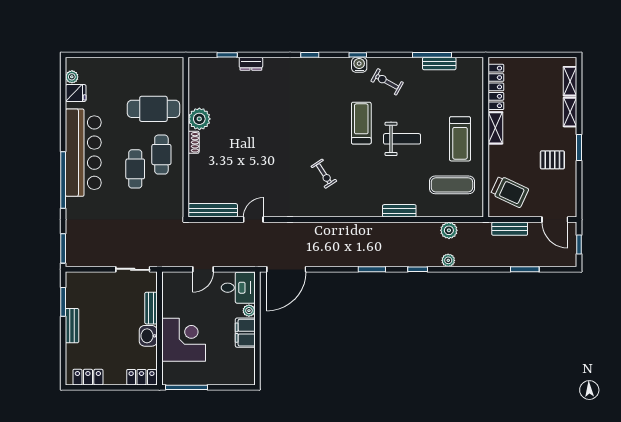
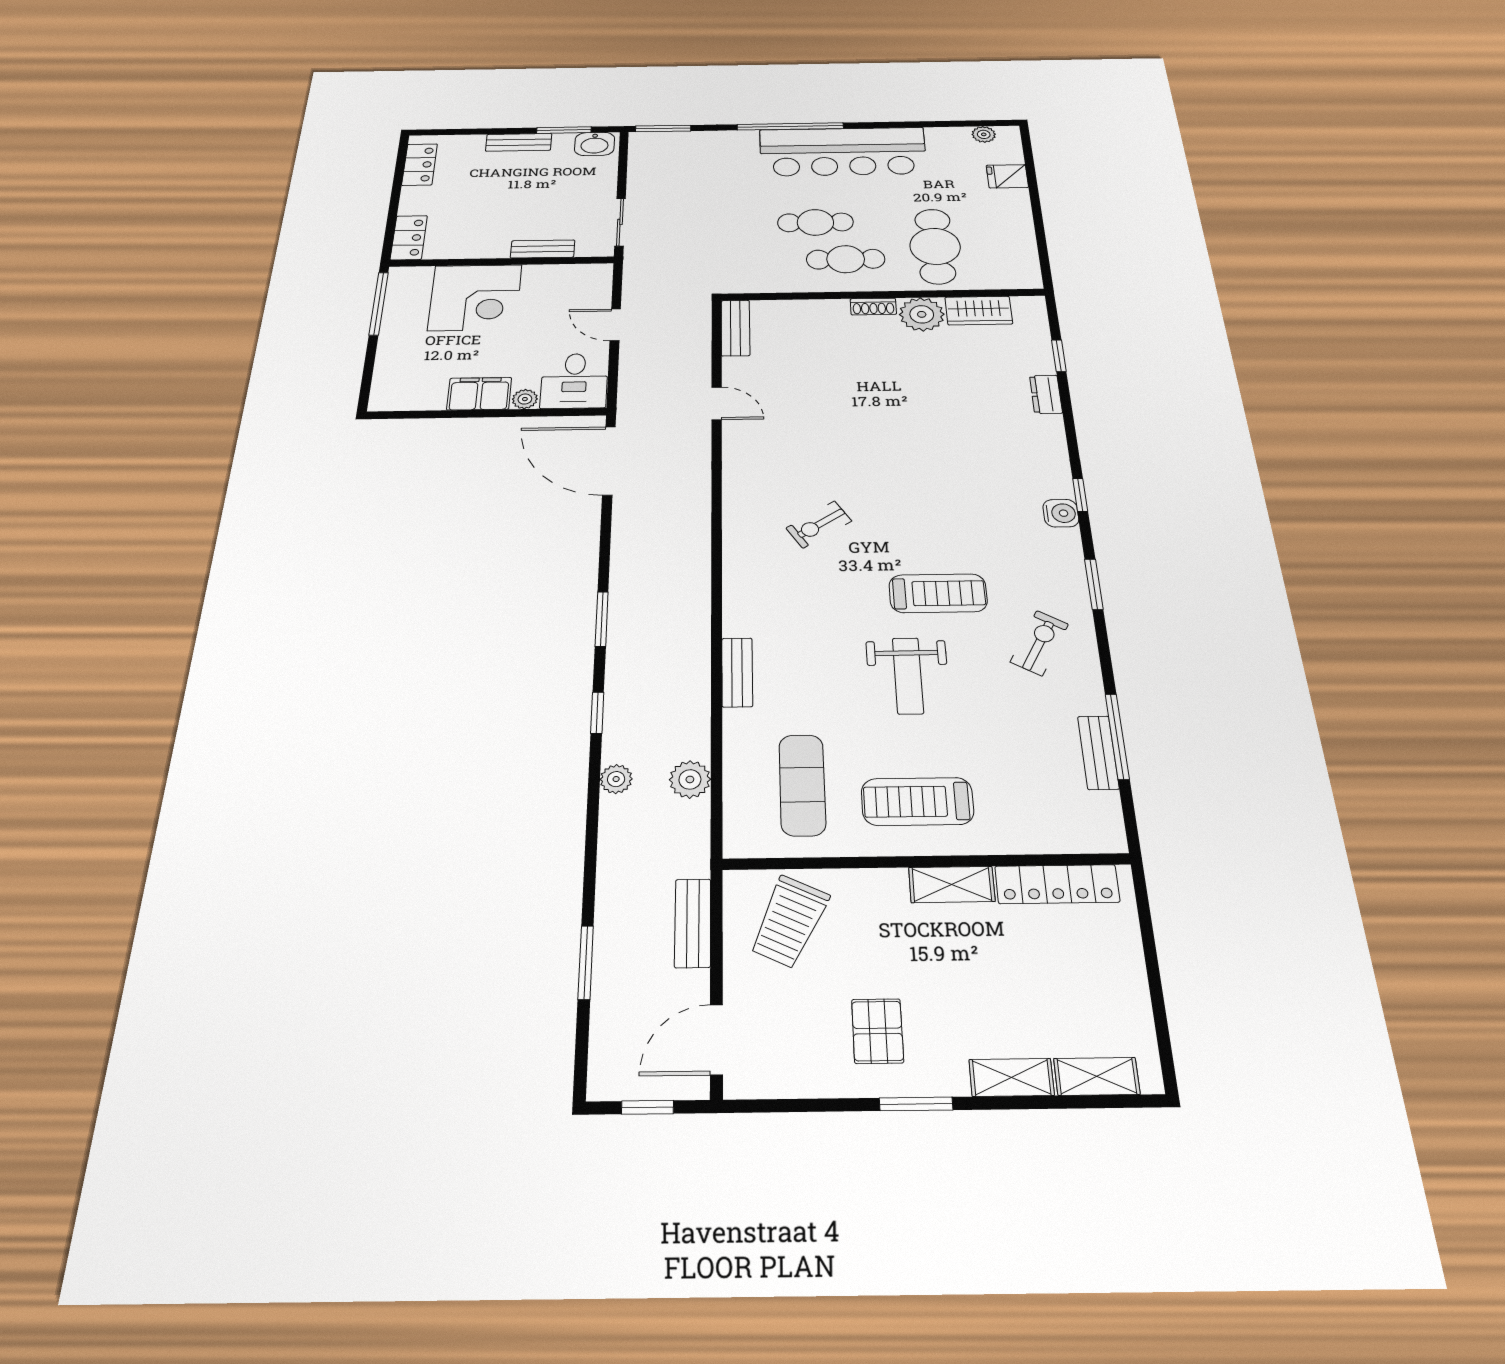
window: (358, 55) -> (1094, 584), width x1.50
water cooler: (359, 65) -> (1061, 513), moved
wardrobe: (197, 91) -> (979, 311), added
fridge: (76, 93) -> (1007, 176), moved, turned 90
bench: (213, 210) -> (735, 328), width x0.73
washbasin: (148, 336) -> (595, 144), moved, turned 180

